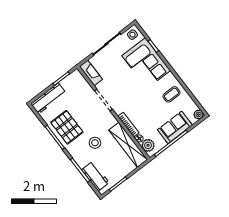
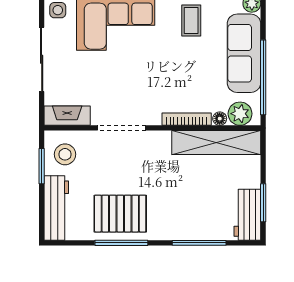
sofa: (175, 127) -> (244, 53), width x1.36
stool: (95, 143) -> (65, 154), moved
workbench: (95, 176) -> (247, 215), moved, turned -90

